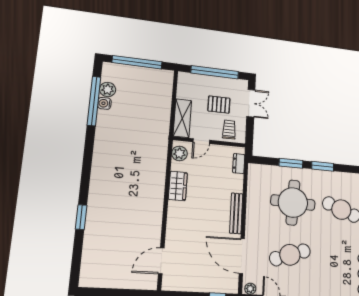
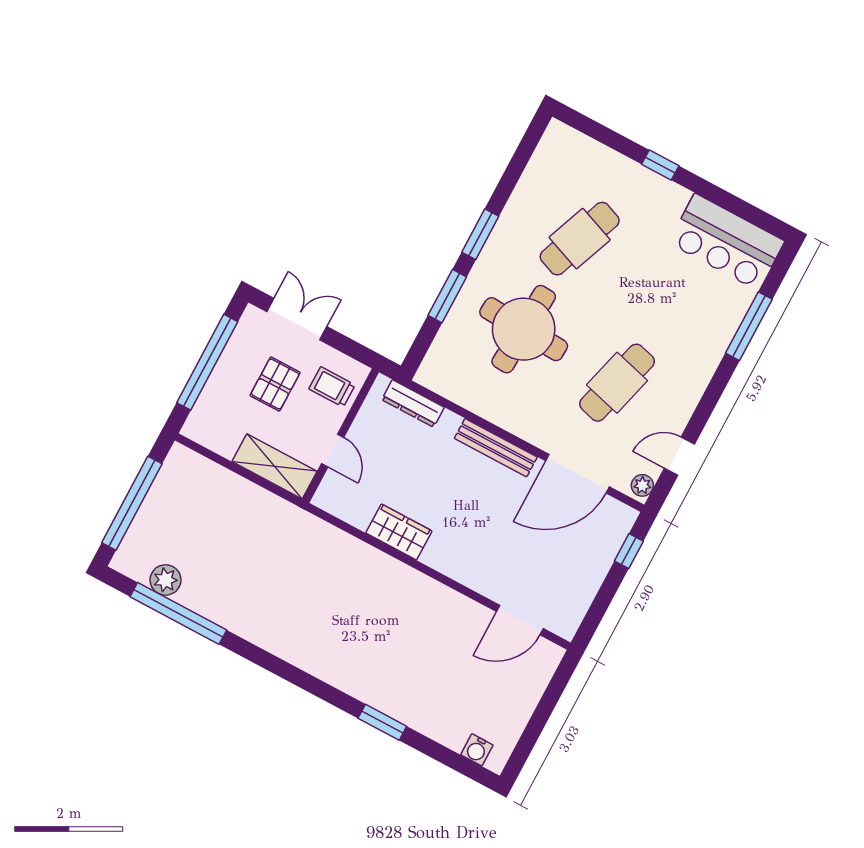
water cooler: (104, 103) -> (477, 750), moved
plant: (179, 153) -> (340, 502), removed
dresser: (239, 164) -> (413, 403), width x1.44
cafe table: (290, 255) -> (617, 383), turned 33
door: (161, 261) -> (520, 620), hinge flipped

